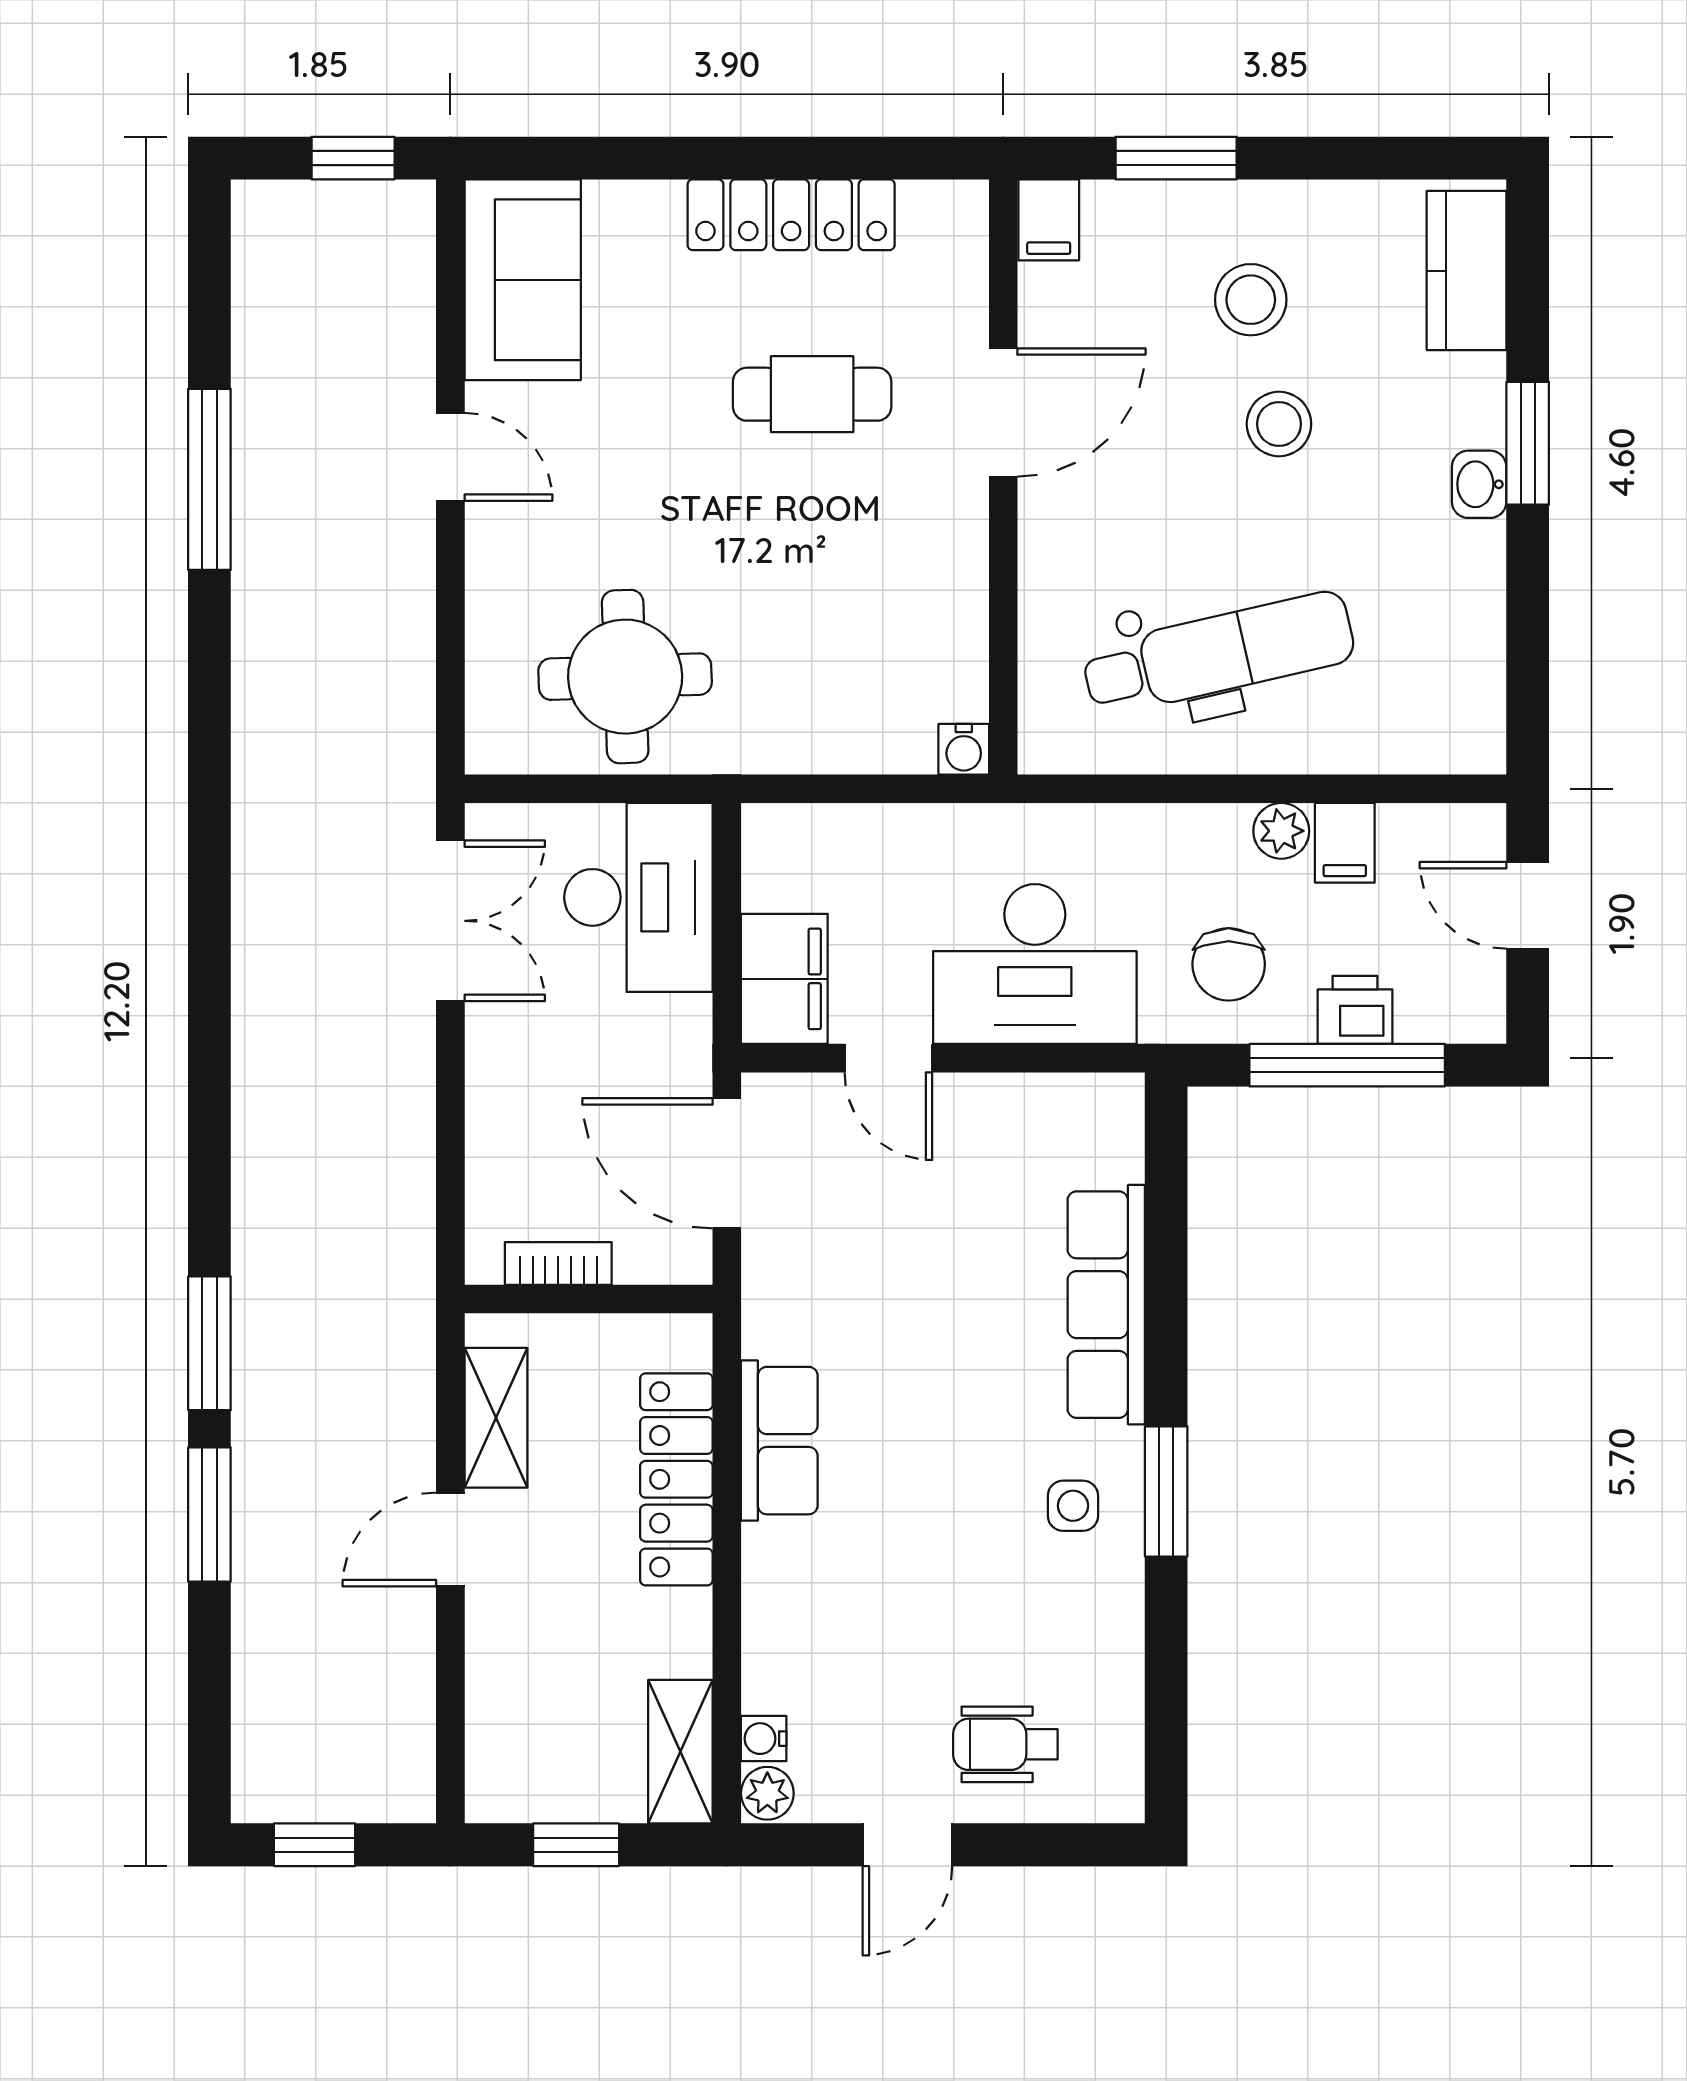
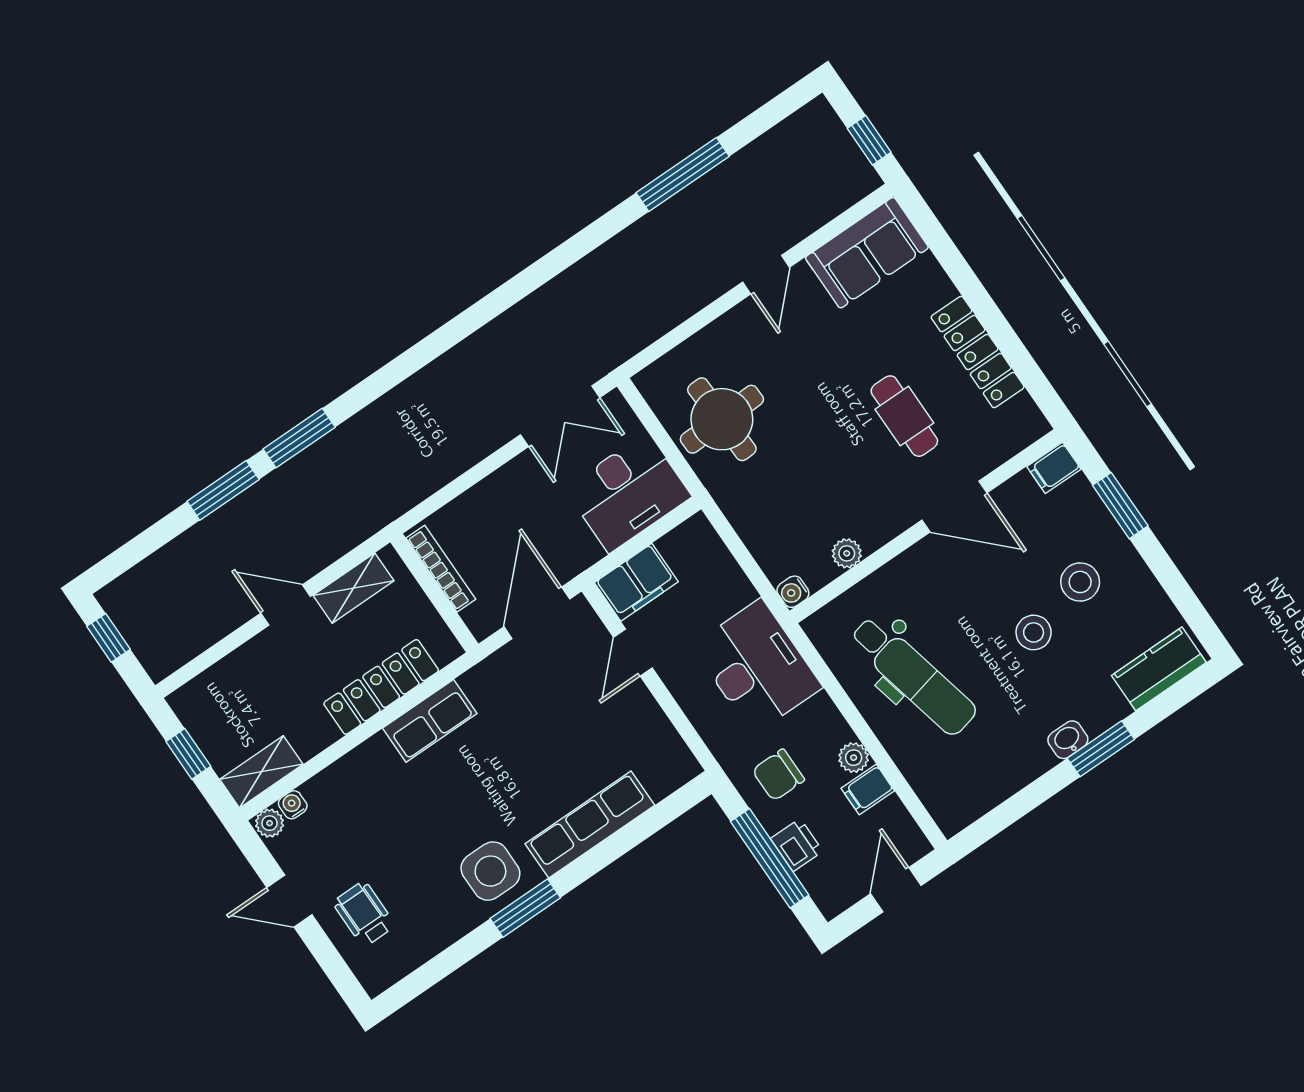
plant: (962, 627) -> (847, 553), added
desk: (1035, 964) -> (757, 667), moved, turned 180
bookcase: (558, 1264) -> (441, 569), width x1.56
side table: (1073, 1506) -> (490, 871), width x1.87, depth x1.87

